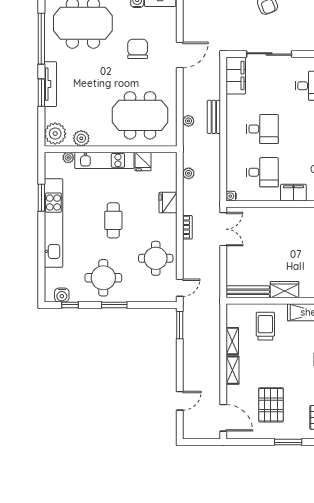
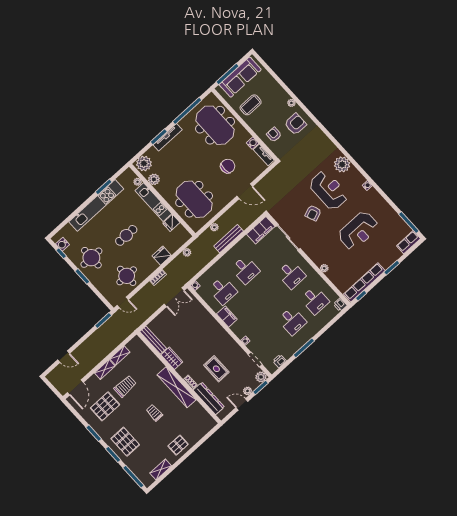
bench: (214, 117) -> (229, 239), width x1.36
trolley: (265, 326) -> (125, 386), moved

